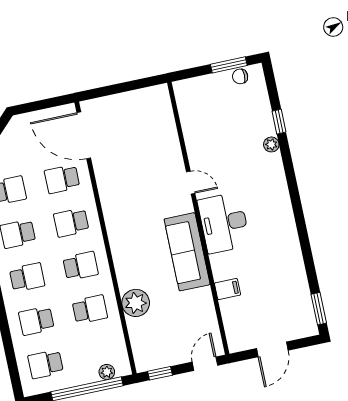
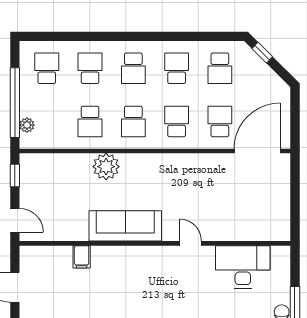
door: (191, 183) -> (190, 243), swing flipped
desk: (224, 223) -> (243, 267), moved
plant: (136, 303) -> (106, 167), moved

